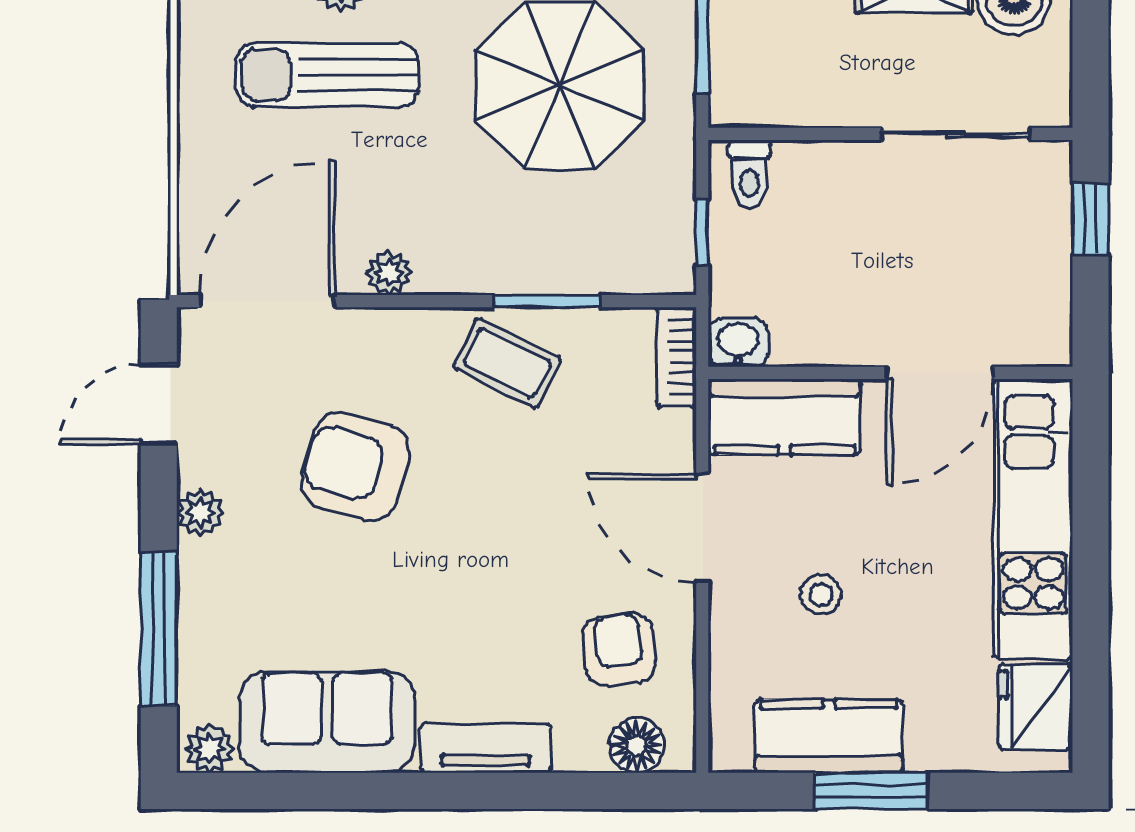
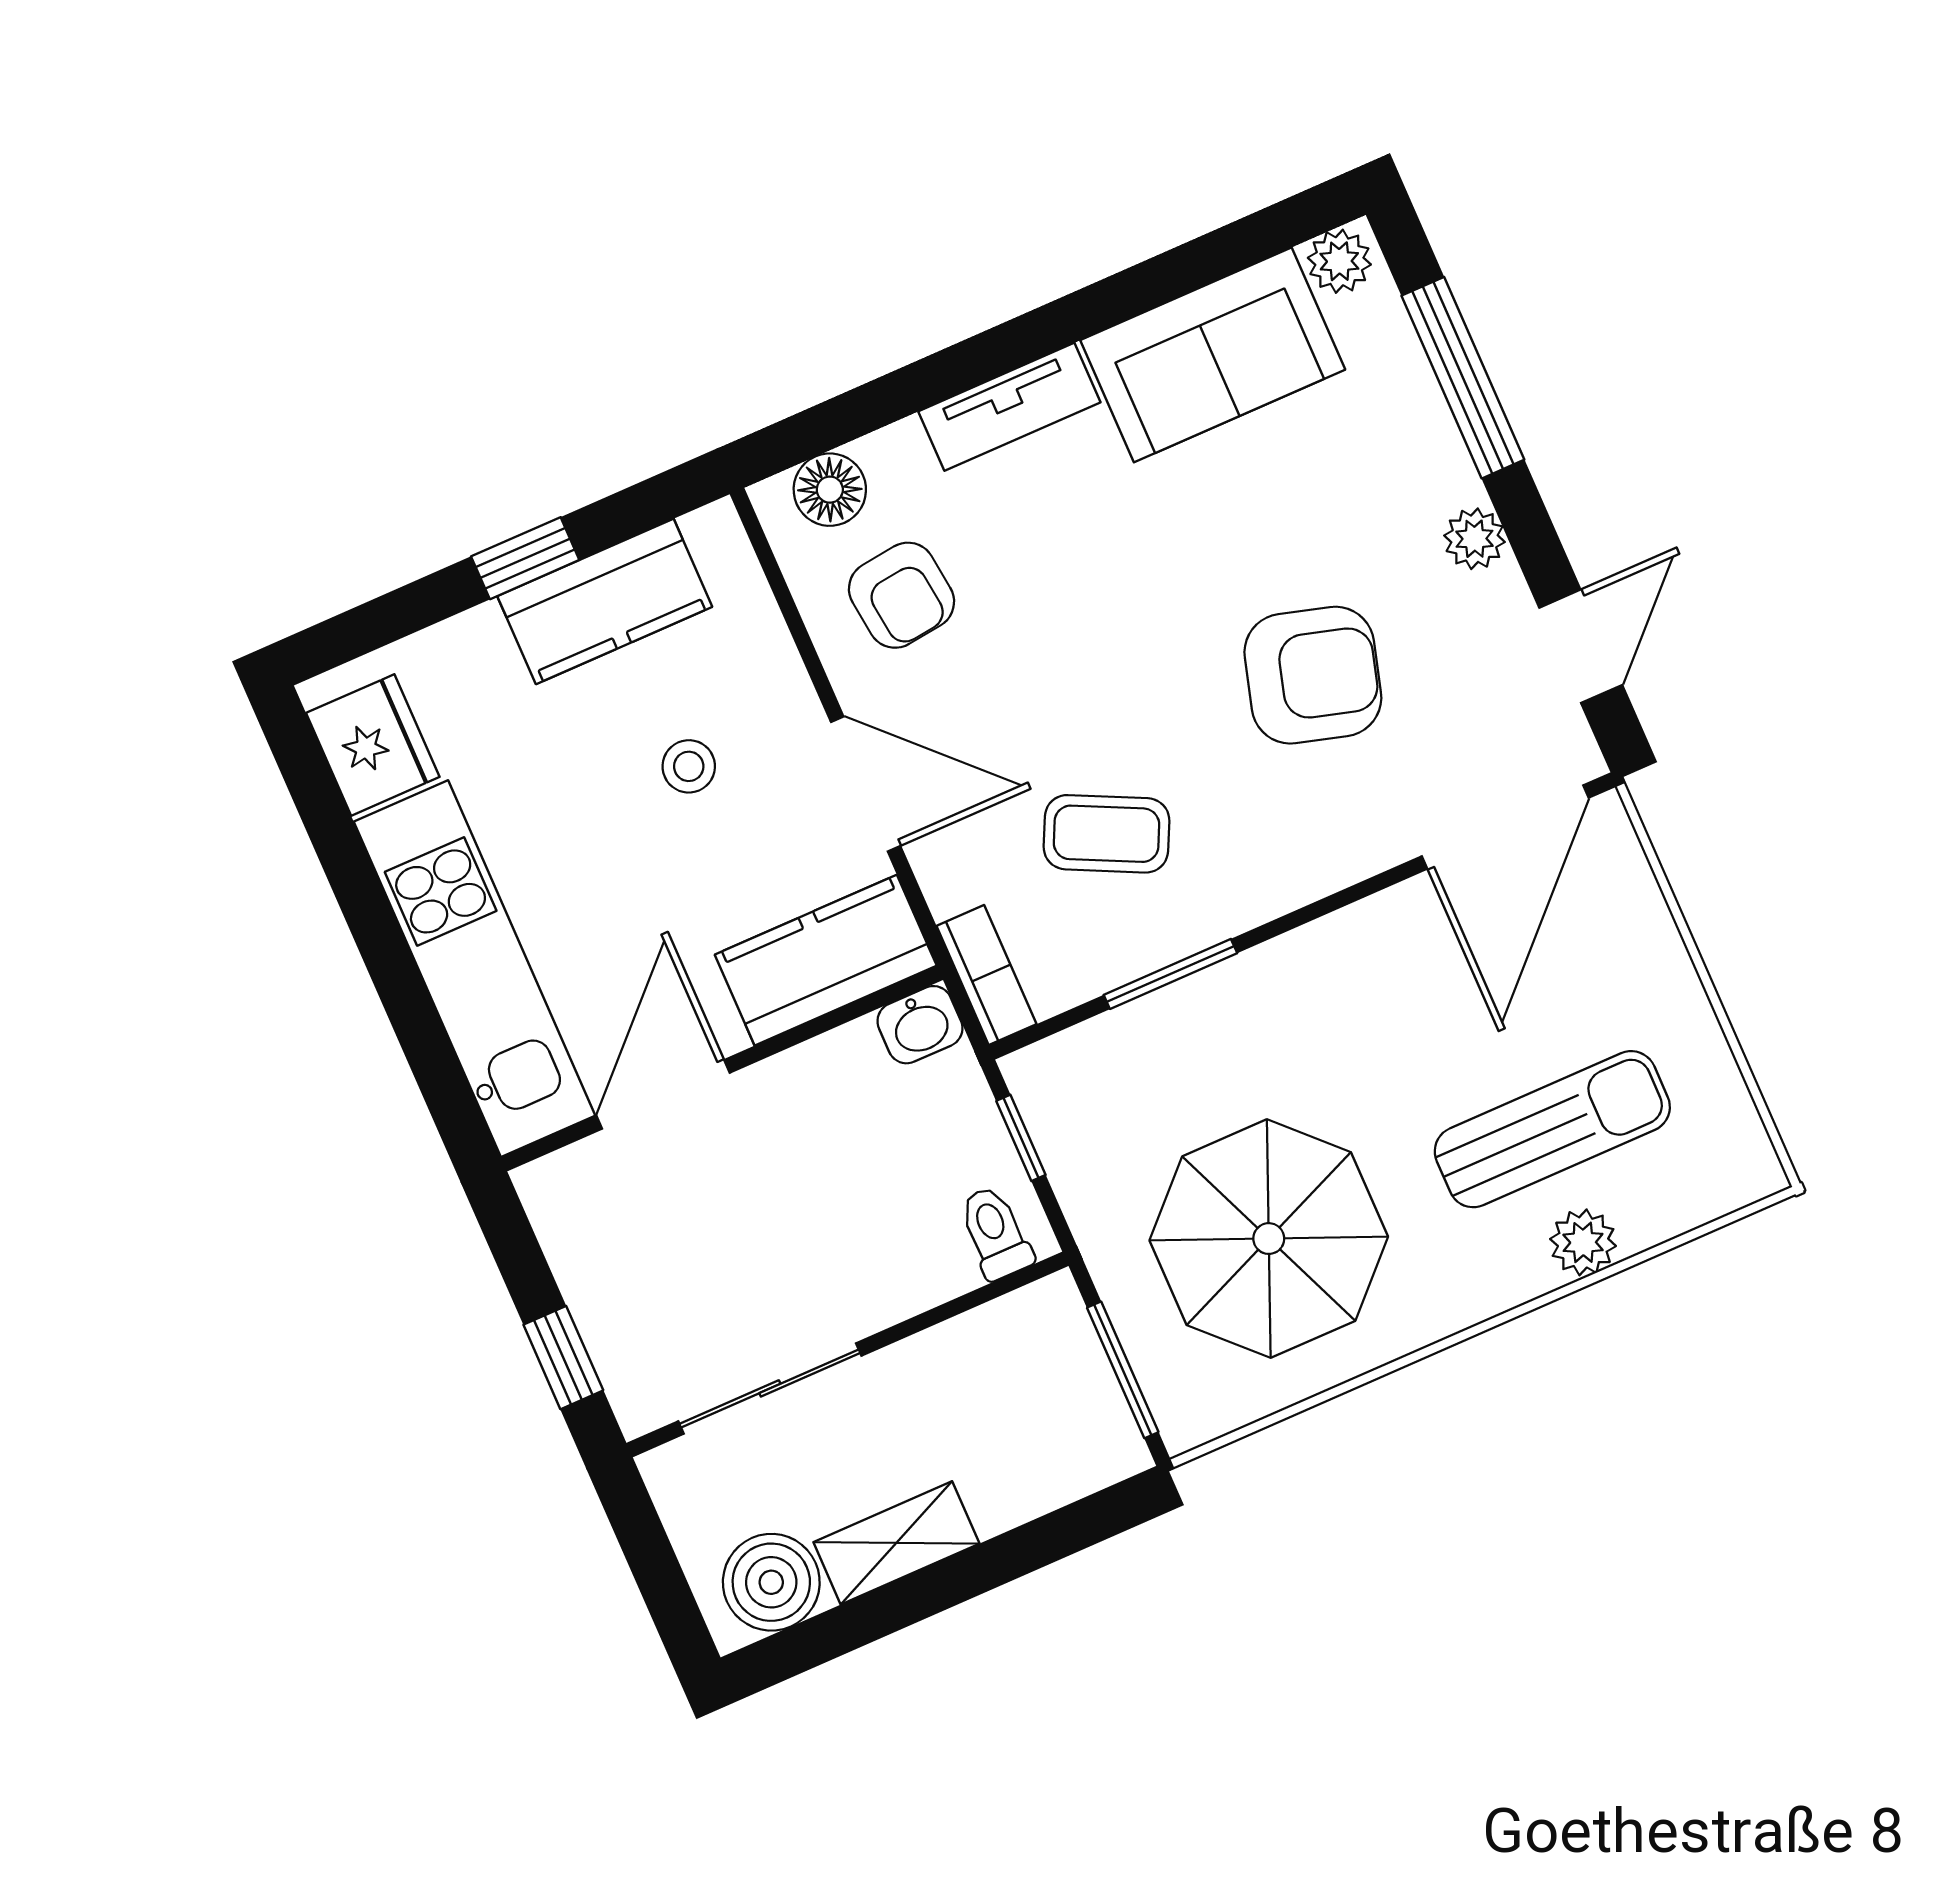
plant: (389, 273) -> (1375, 925), removed
coffee table: (507, 363) -> (1106, 834), moved
window: (871, 791) -> (525, 558), width x0.67

